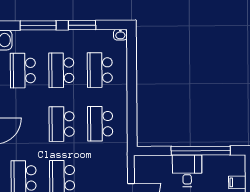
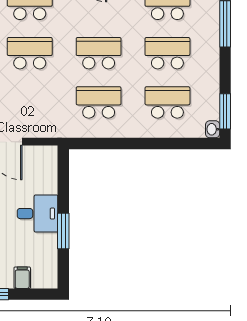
window: (82, 25) -> (225, 111), moved
window: (201, 151) -> (63, 231), width x0.47

